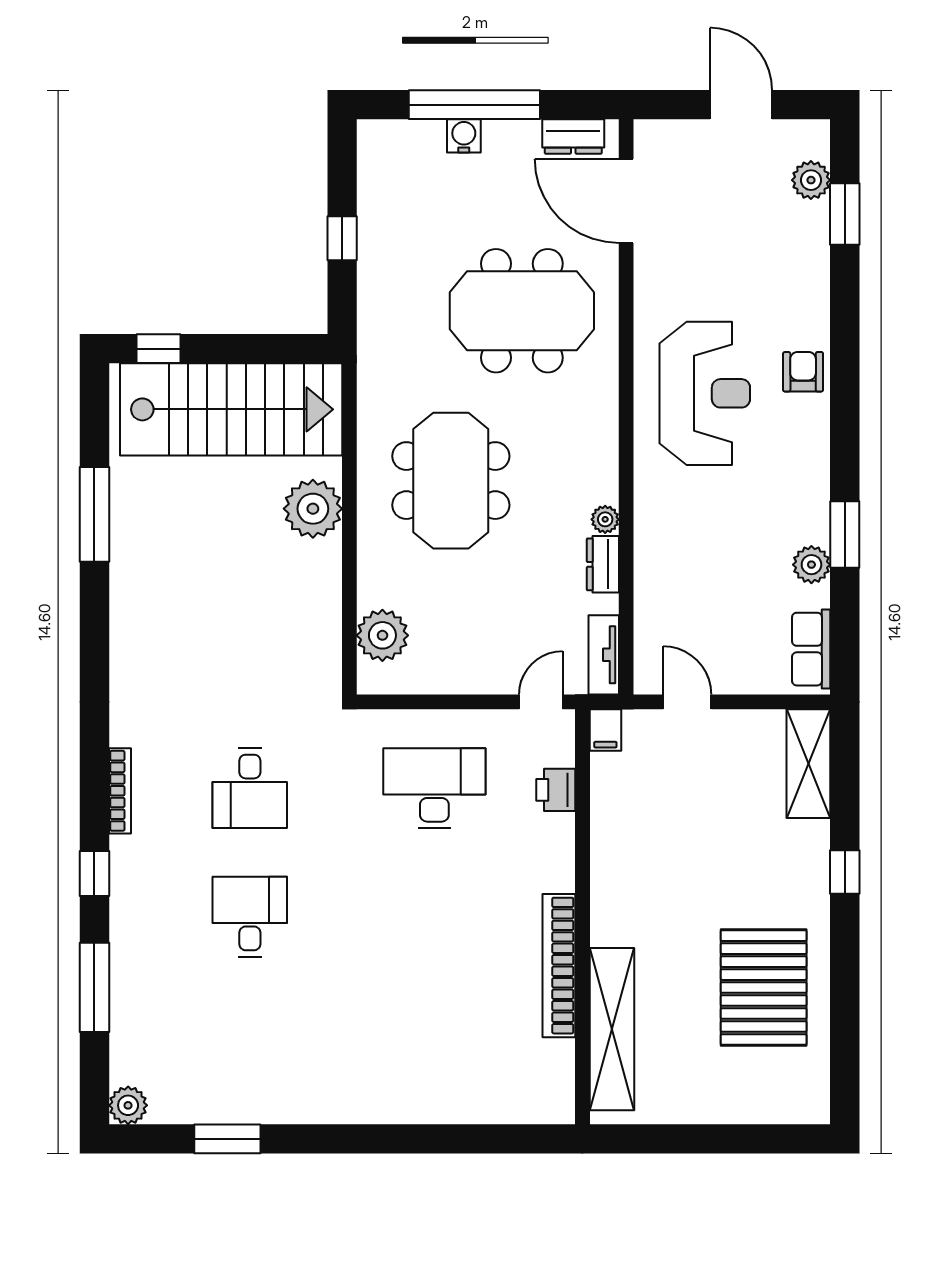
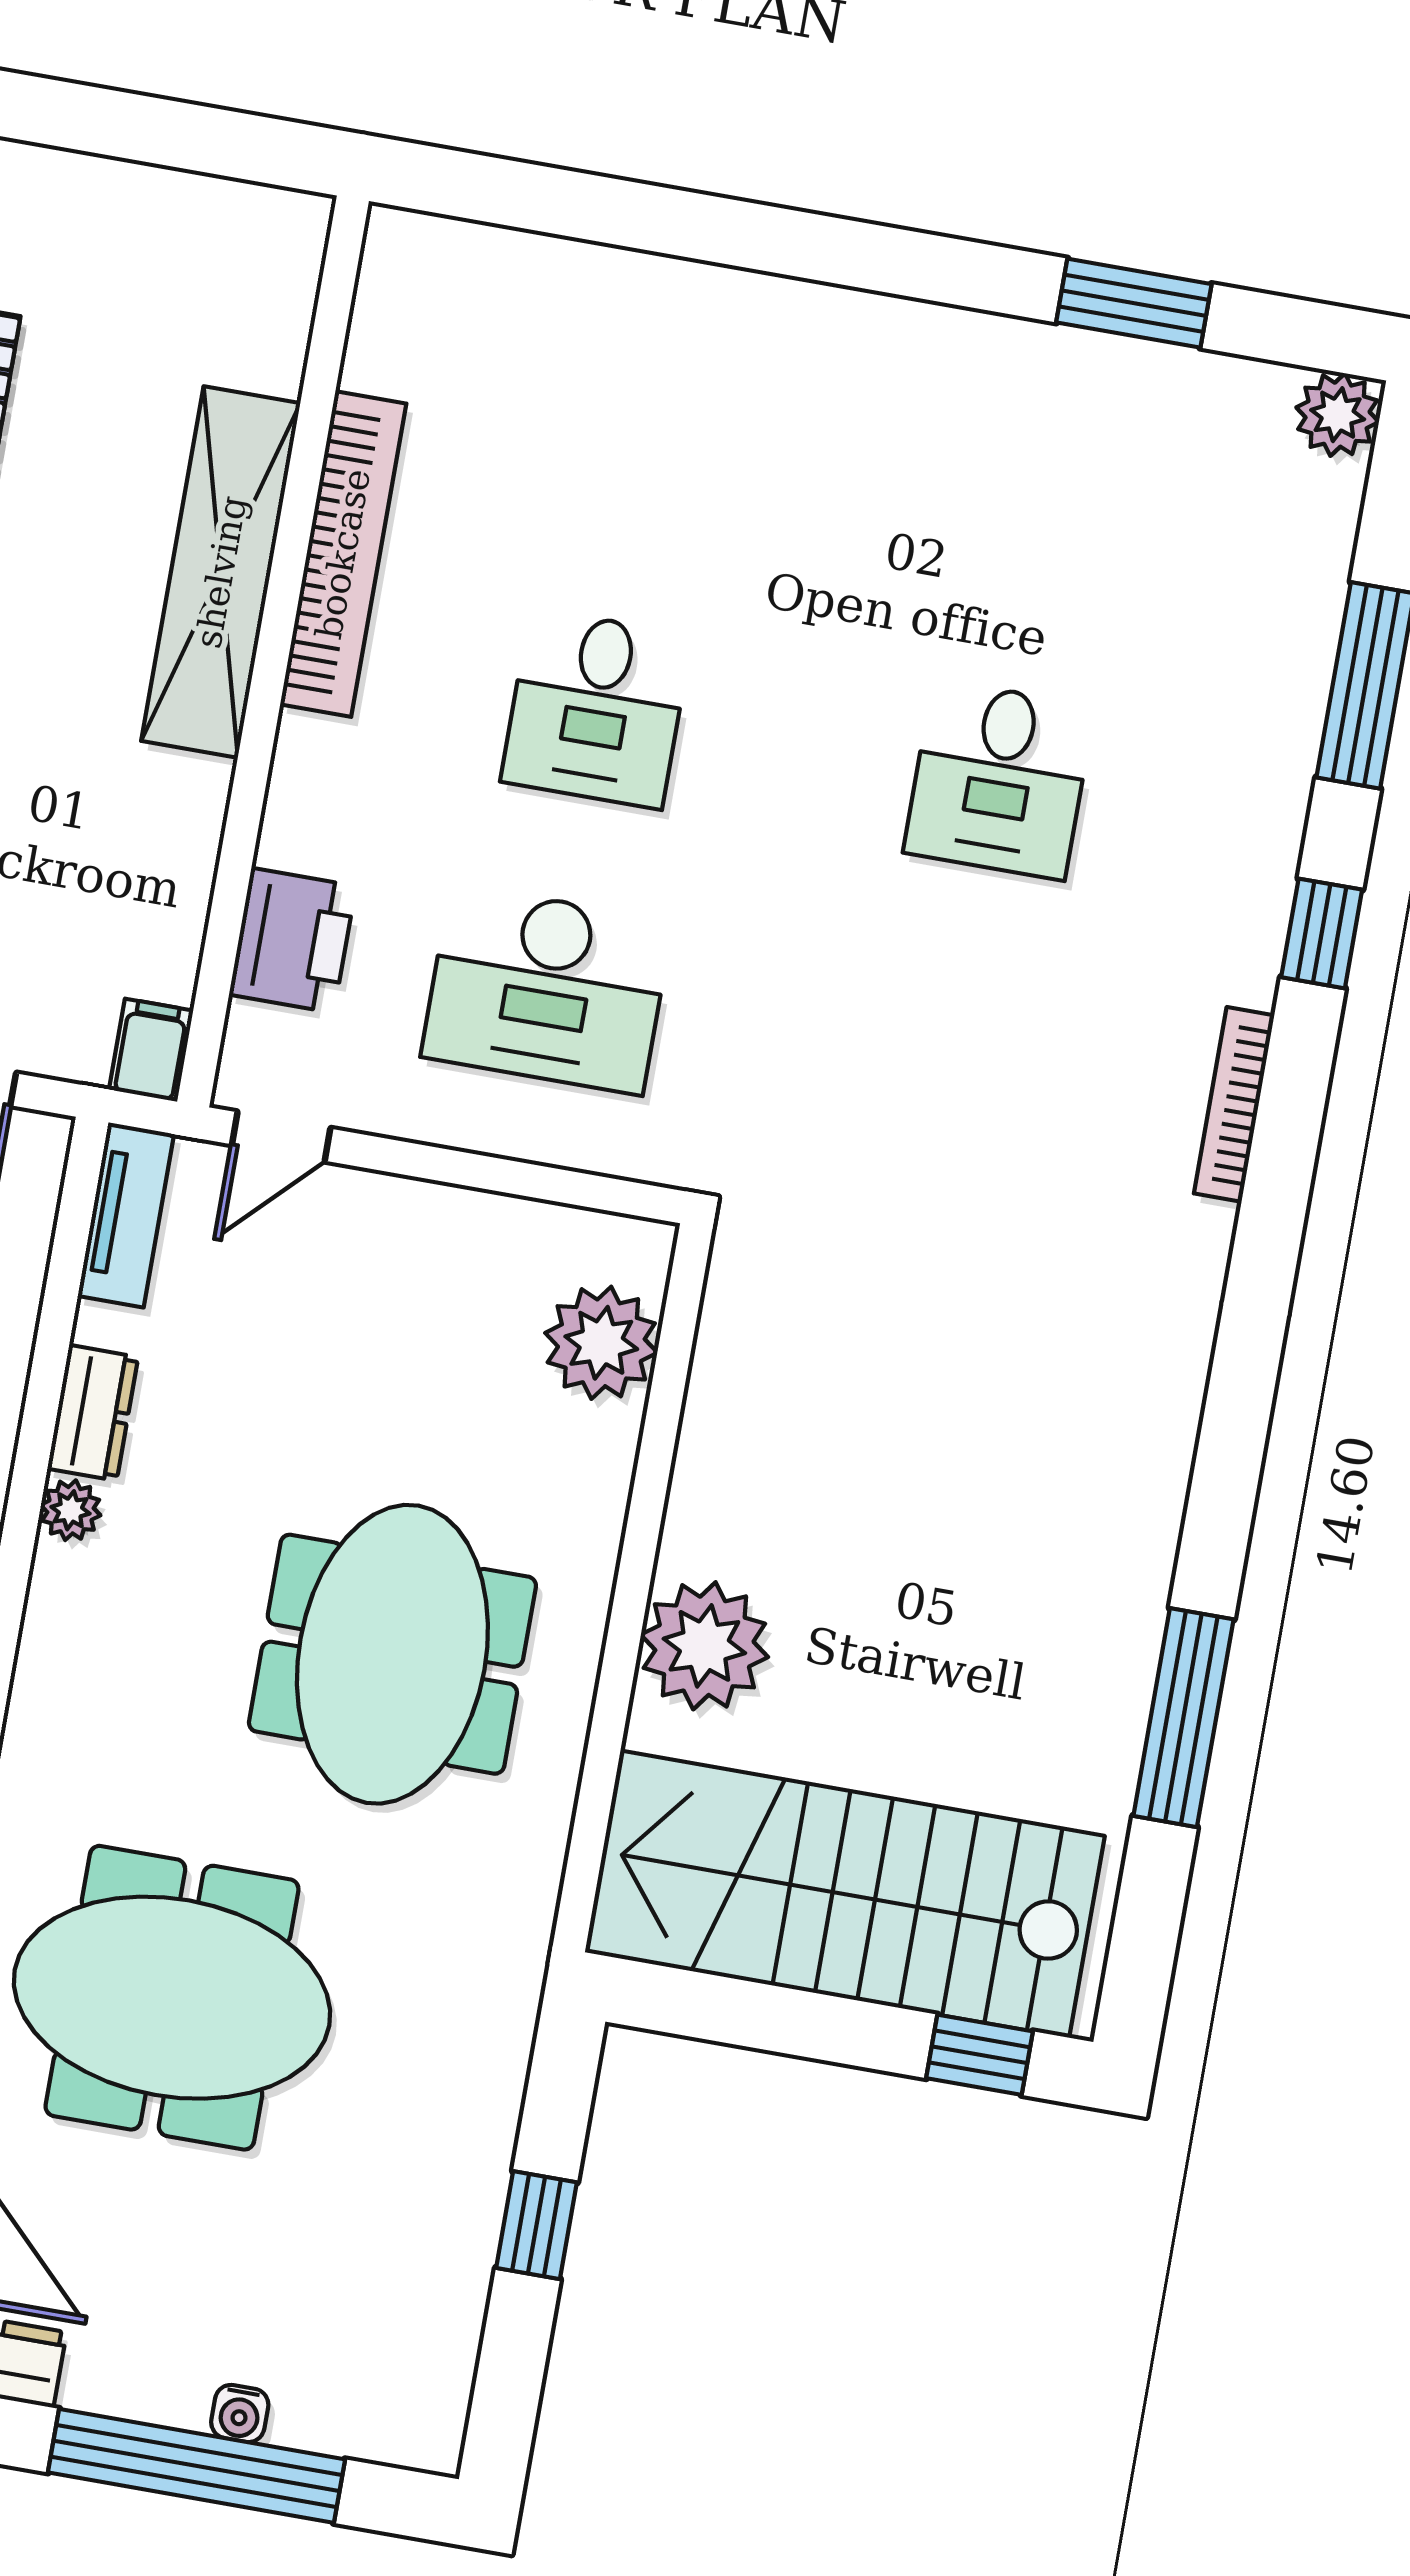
water cooler: (464, 136) -> (240, 2413), width x0.72, depth x0.72
desk: (250, 788) -> (596, 708), moved, turned 180
printer: (556, 790) -> (293, 940), width x1.36, depth x1.24
shelving: (612, 1029) -> (221, 572), moved

